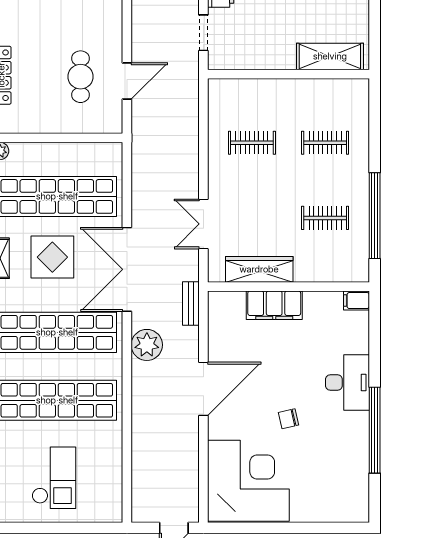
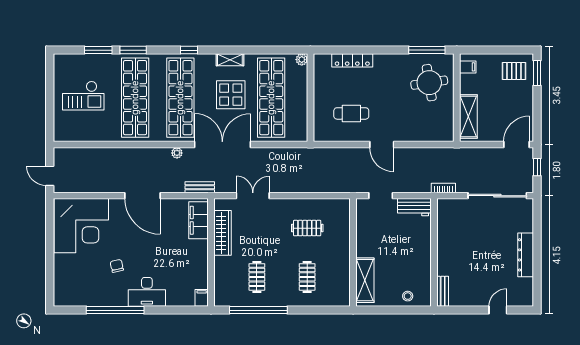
door: (127, 81) -> (382, 145), moved
clothes rail: (252, 143) -> (307, 228), turned 90
filing cabinet: (274, 305) -> (199, 220), moved
plant: (147, 345) -> (177, 153), width x0.53, depth x0.53
chair: (288, 419) -> (117, 266), moved

